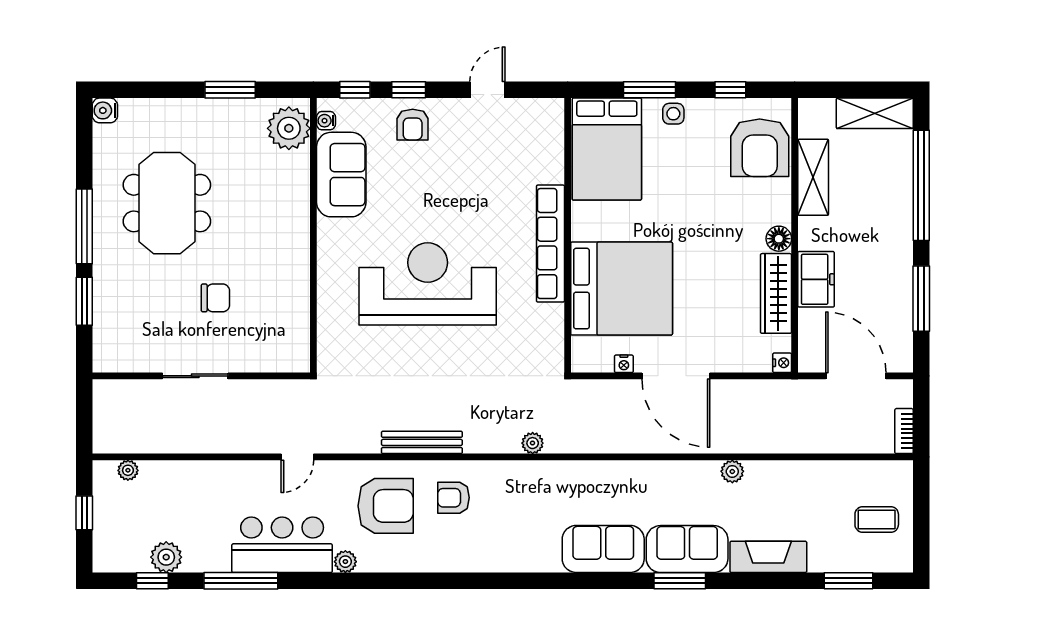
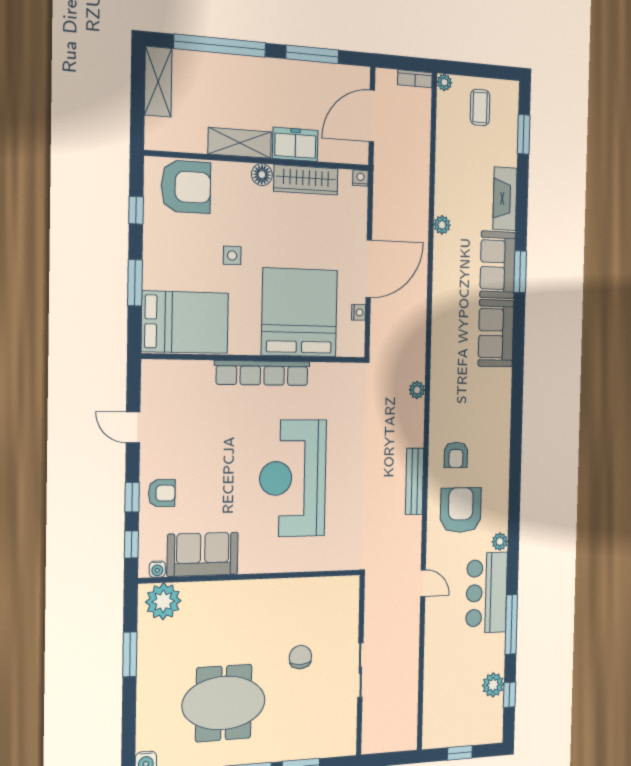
side table: (673, 114) -> (232, 255), moved
shelving: (813, 177) -> (240, 143), moved
plant: (128, 470) -> (444, 82), moved

